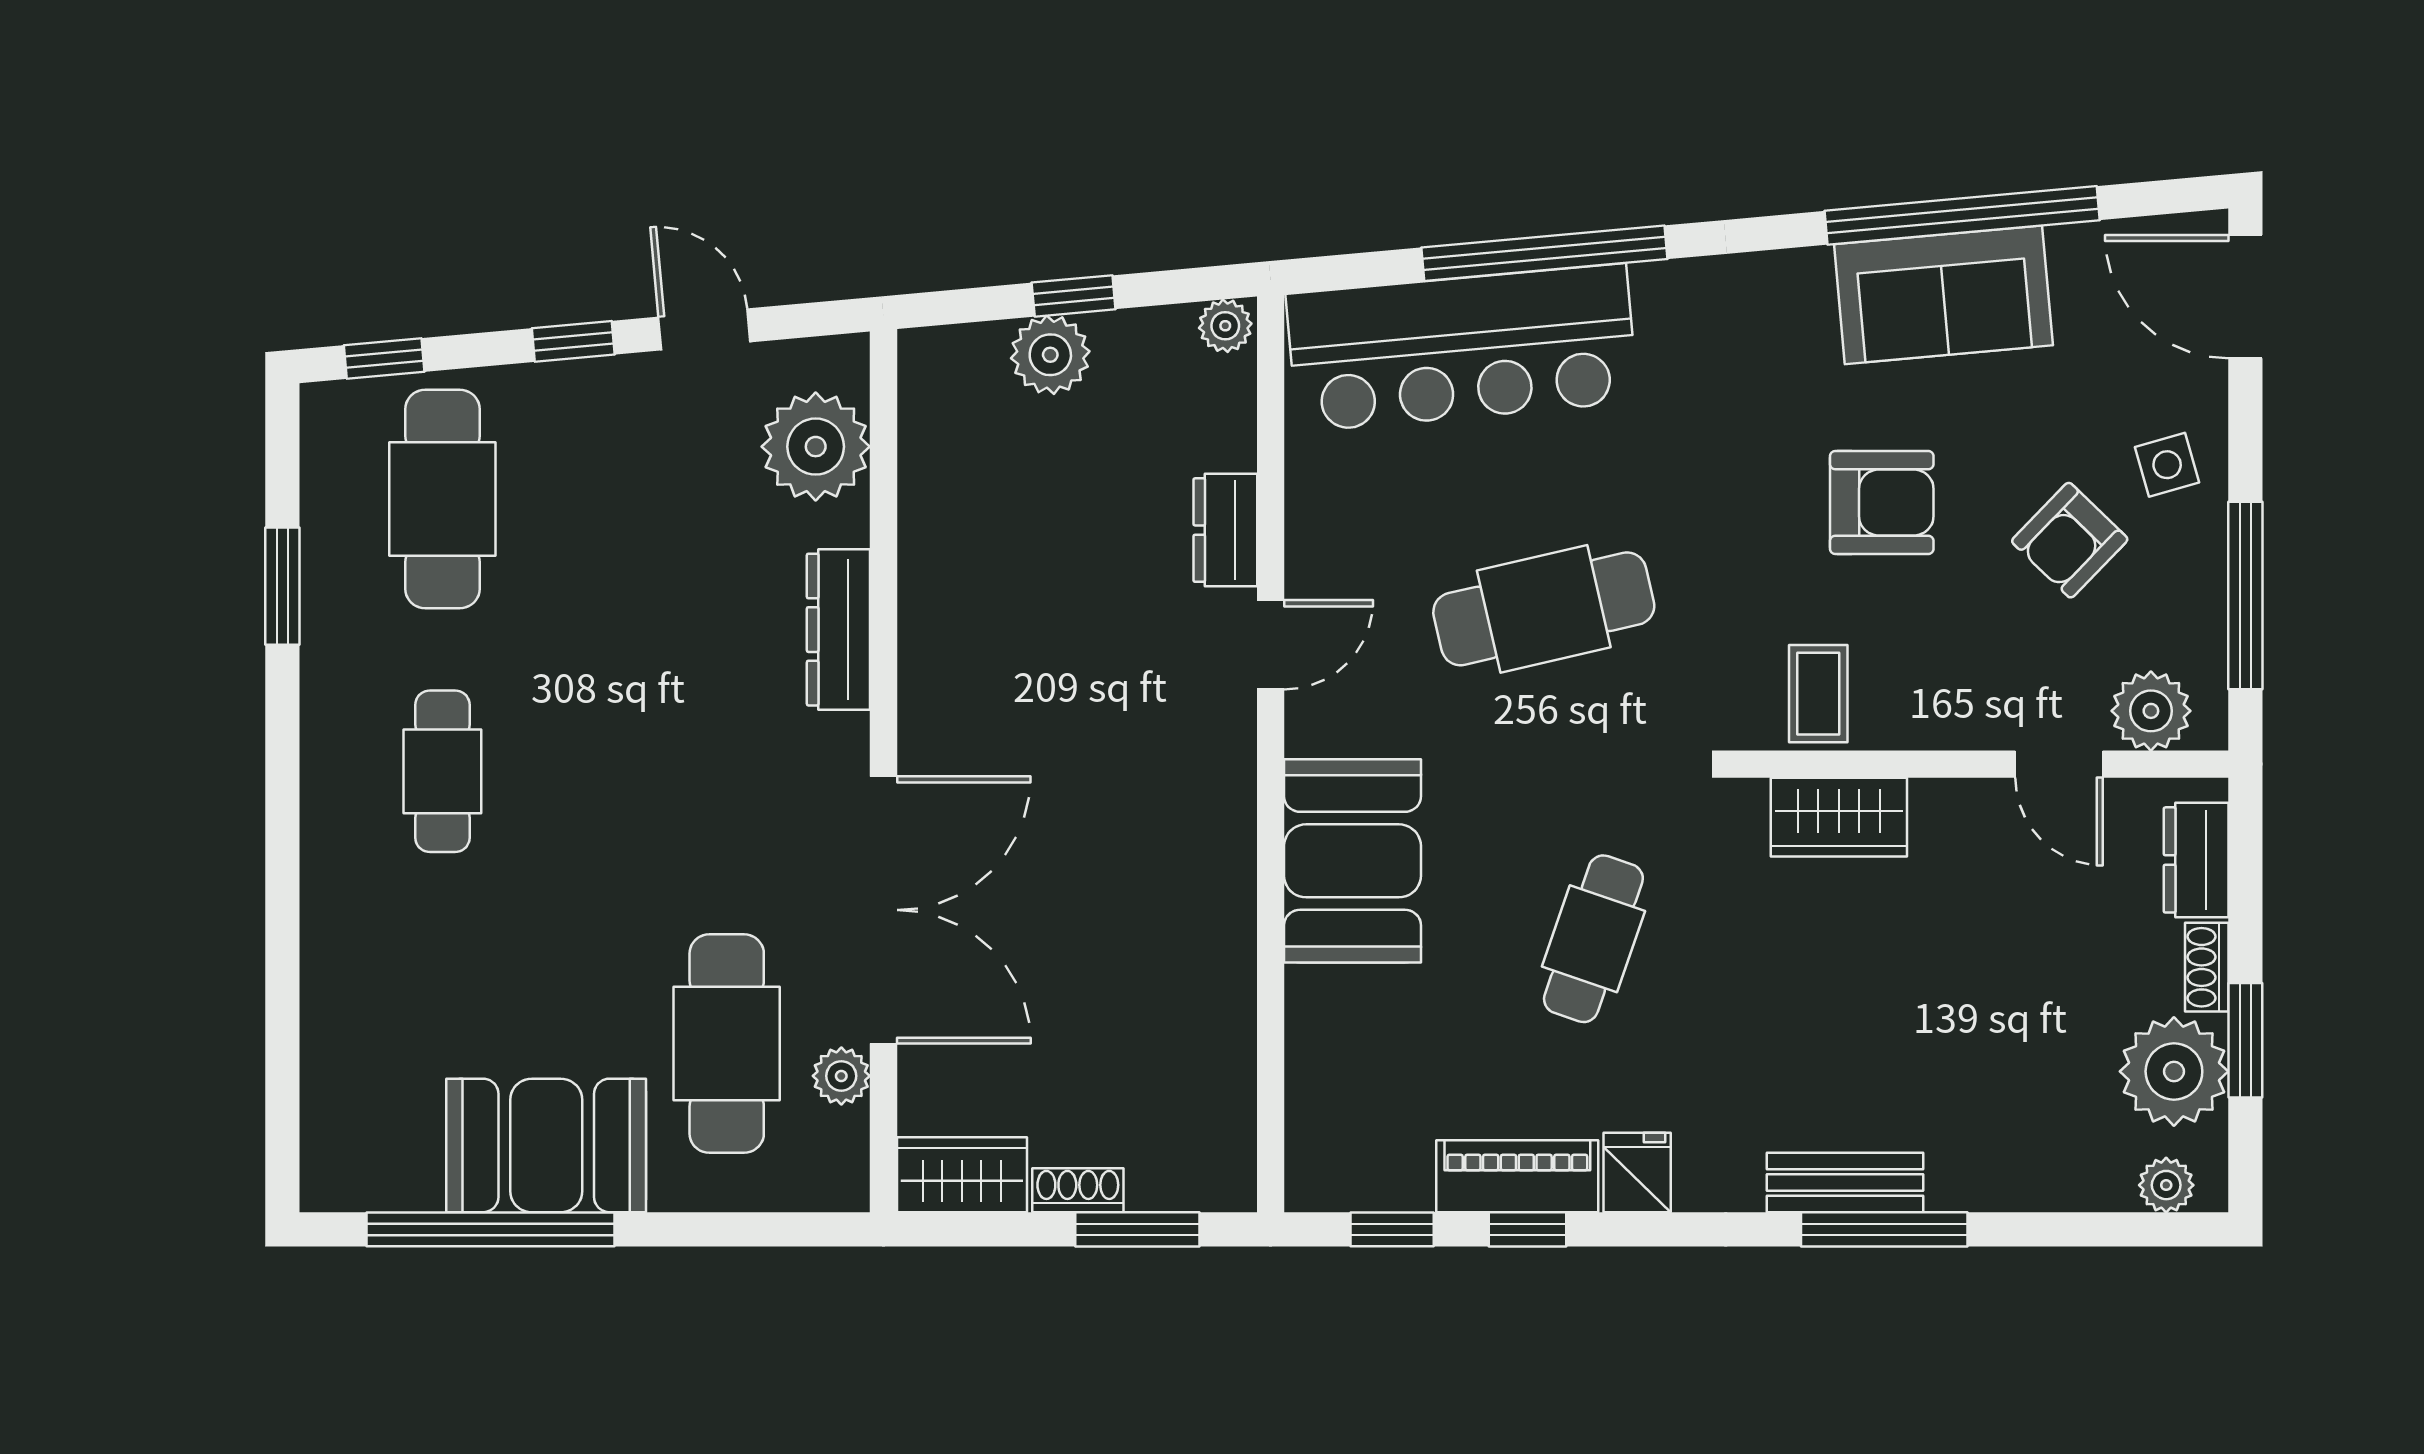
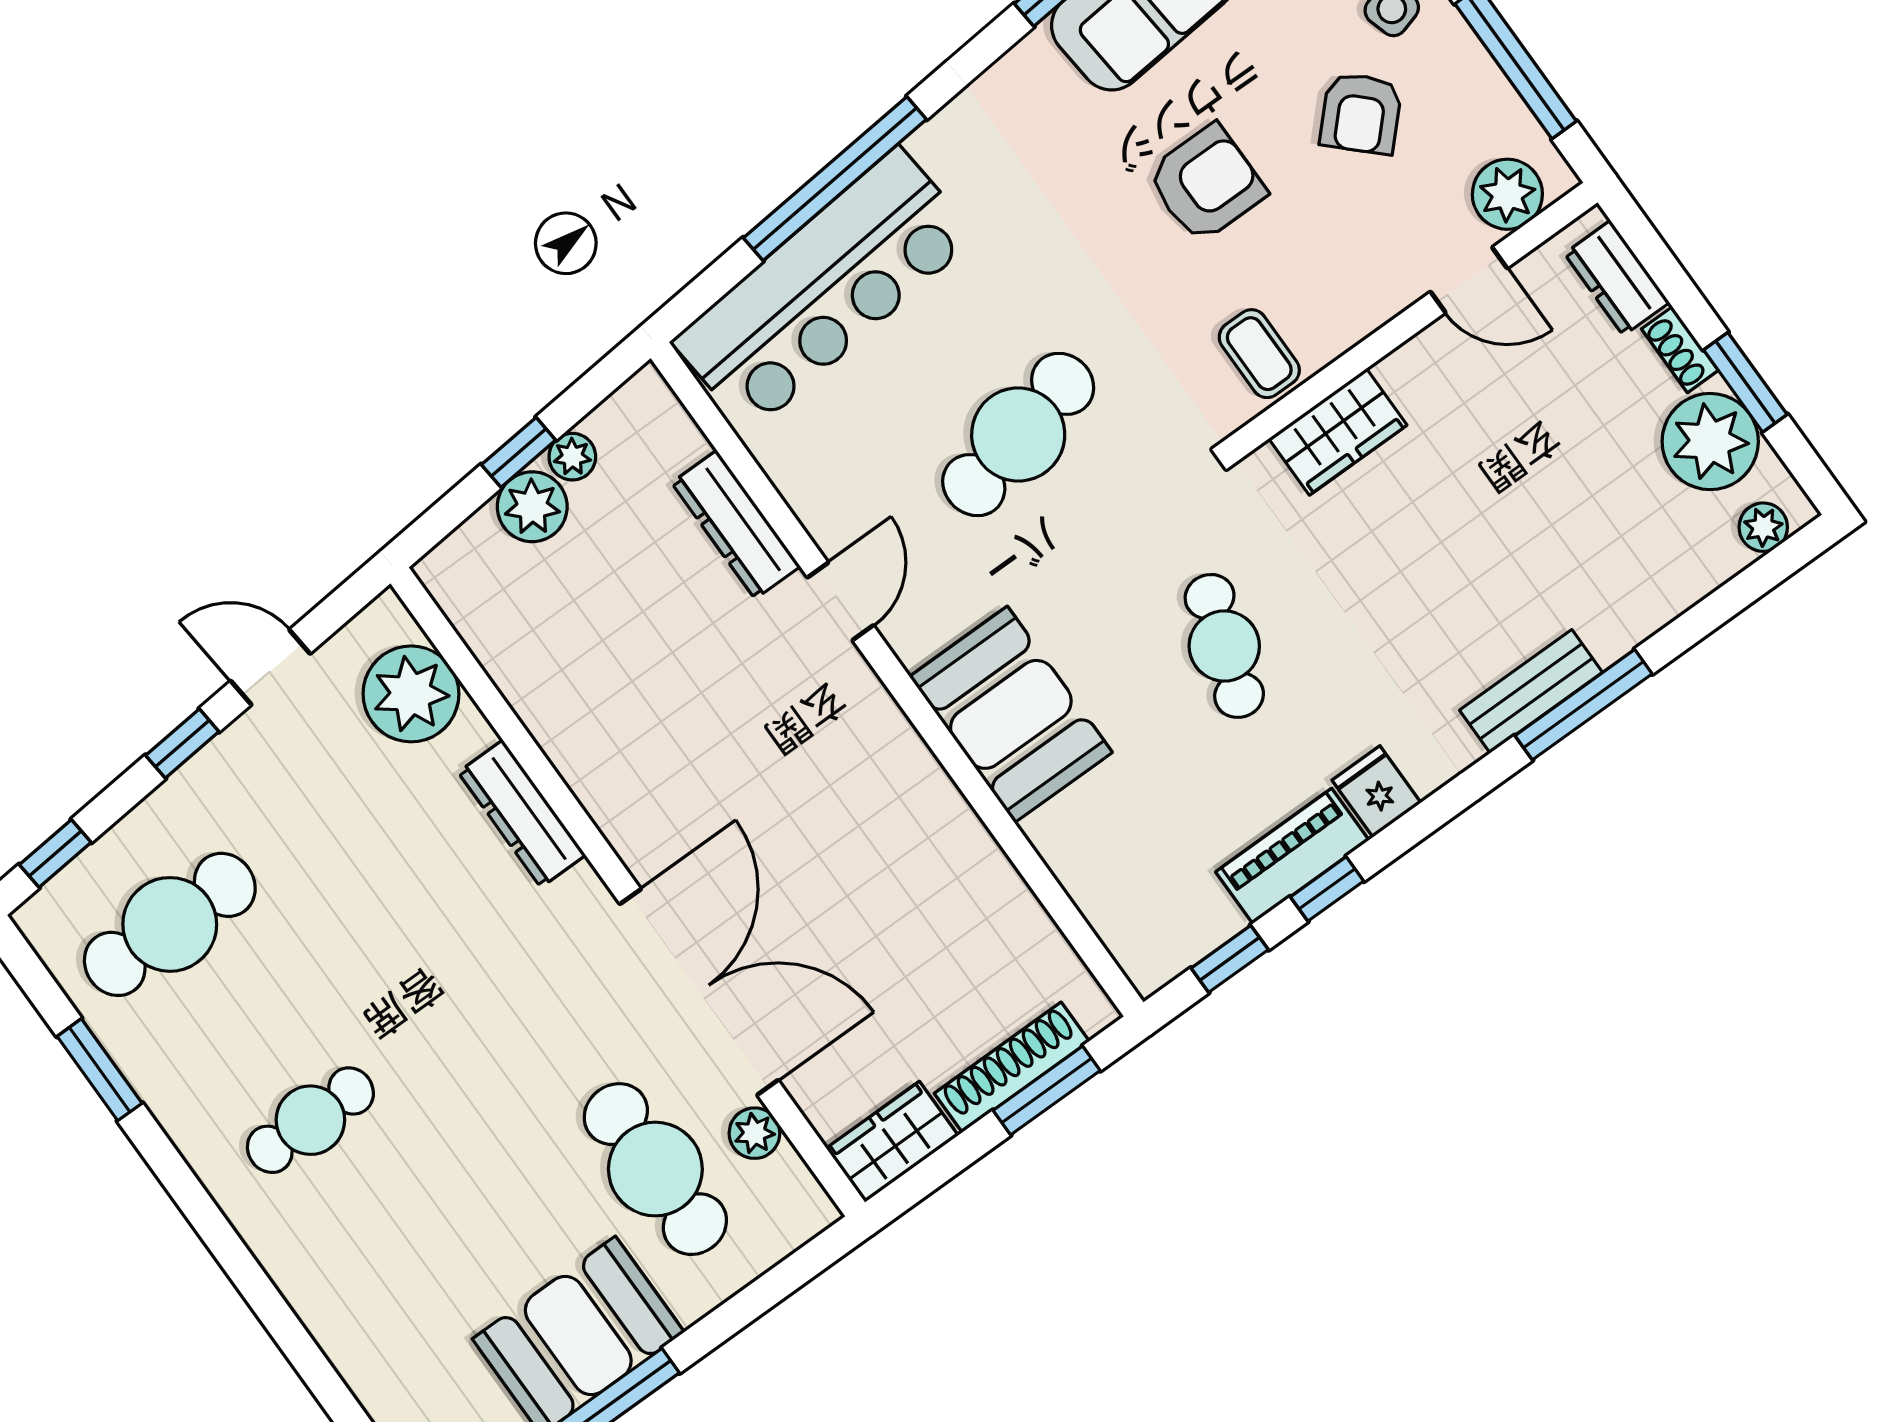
plant: (1225, 326) -> (572, 457), moved
cafe table: (442, 499) -> (170, 924), turned 90
dresser: (1225, 530) -> (736, 525), width x1.44
cafe table: (442, 771) -> (310, 1120), turned 90
shoe rack: (1078, 1190) -> (1012, 1067), width x1.94, depth x1.24

